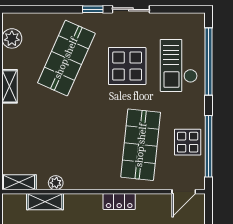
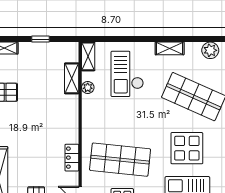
checkout: (40, 136) -> (127, 74), added
locker: (119, 202) -> (72, 158), moved

